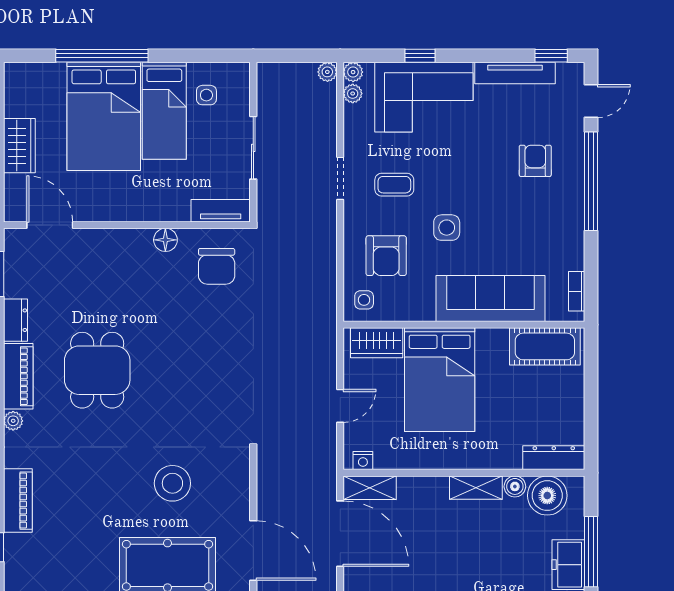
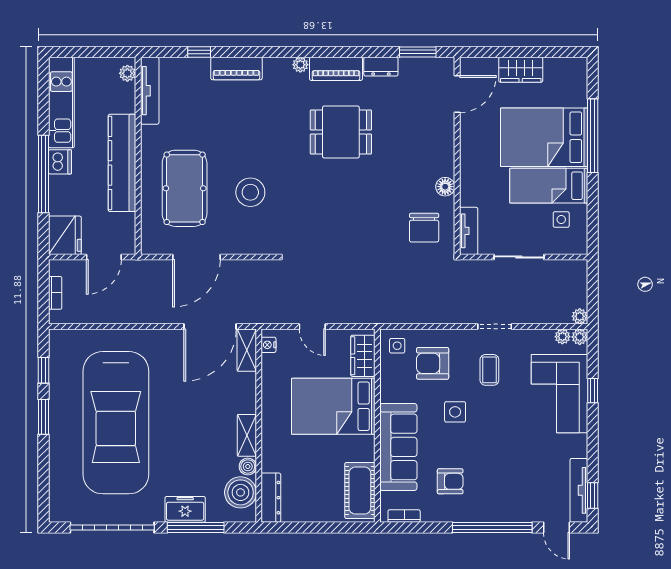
tv unit: (515, 73) -> (579, 490), moved
armchair: (535, 161) -> (450, 481), moved
chair: (217, 266) -> (424, 228), turned -90

